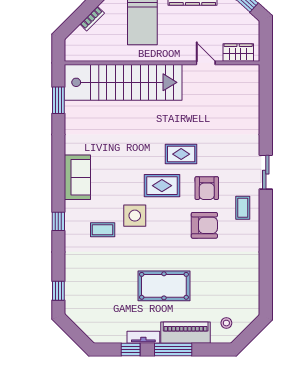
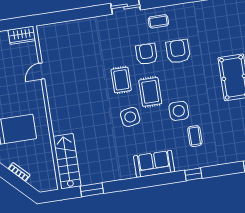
wardrobe: (238, 53) -> (22, 35), moved, turned -90
stairs: (123, 82) -> (67, 161), width x0.54, depth x0.66
side table: (136, 158) -> (130, 117), added
armchair: (207, 188) -> (146, 54), turned -90

